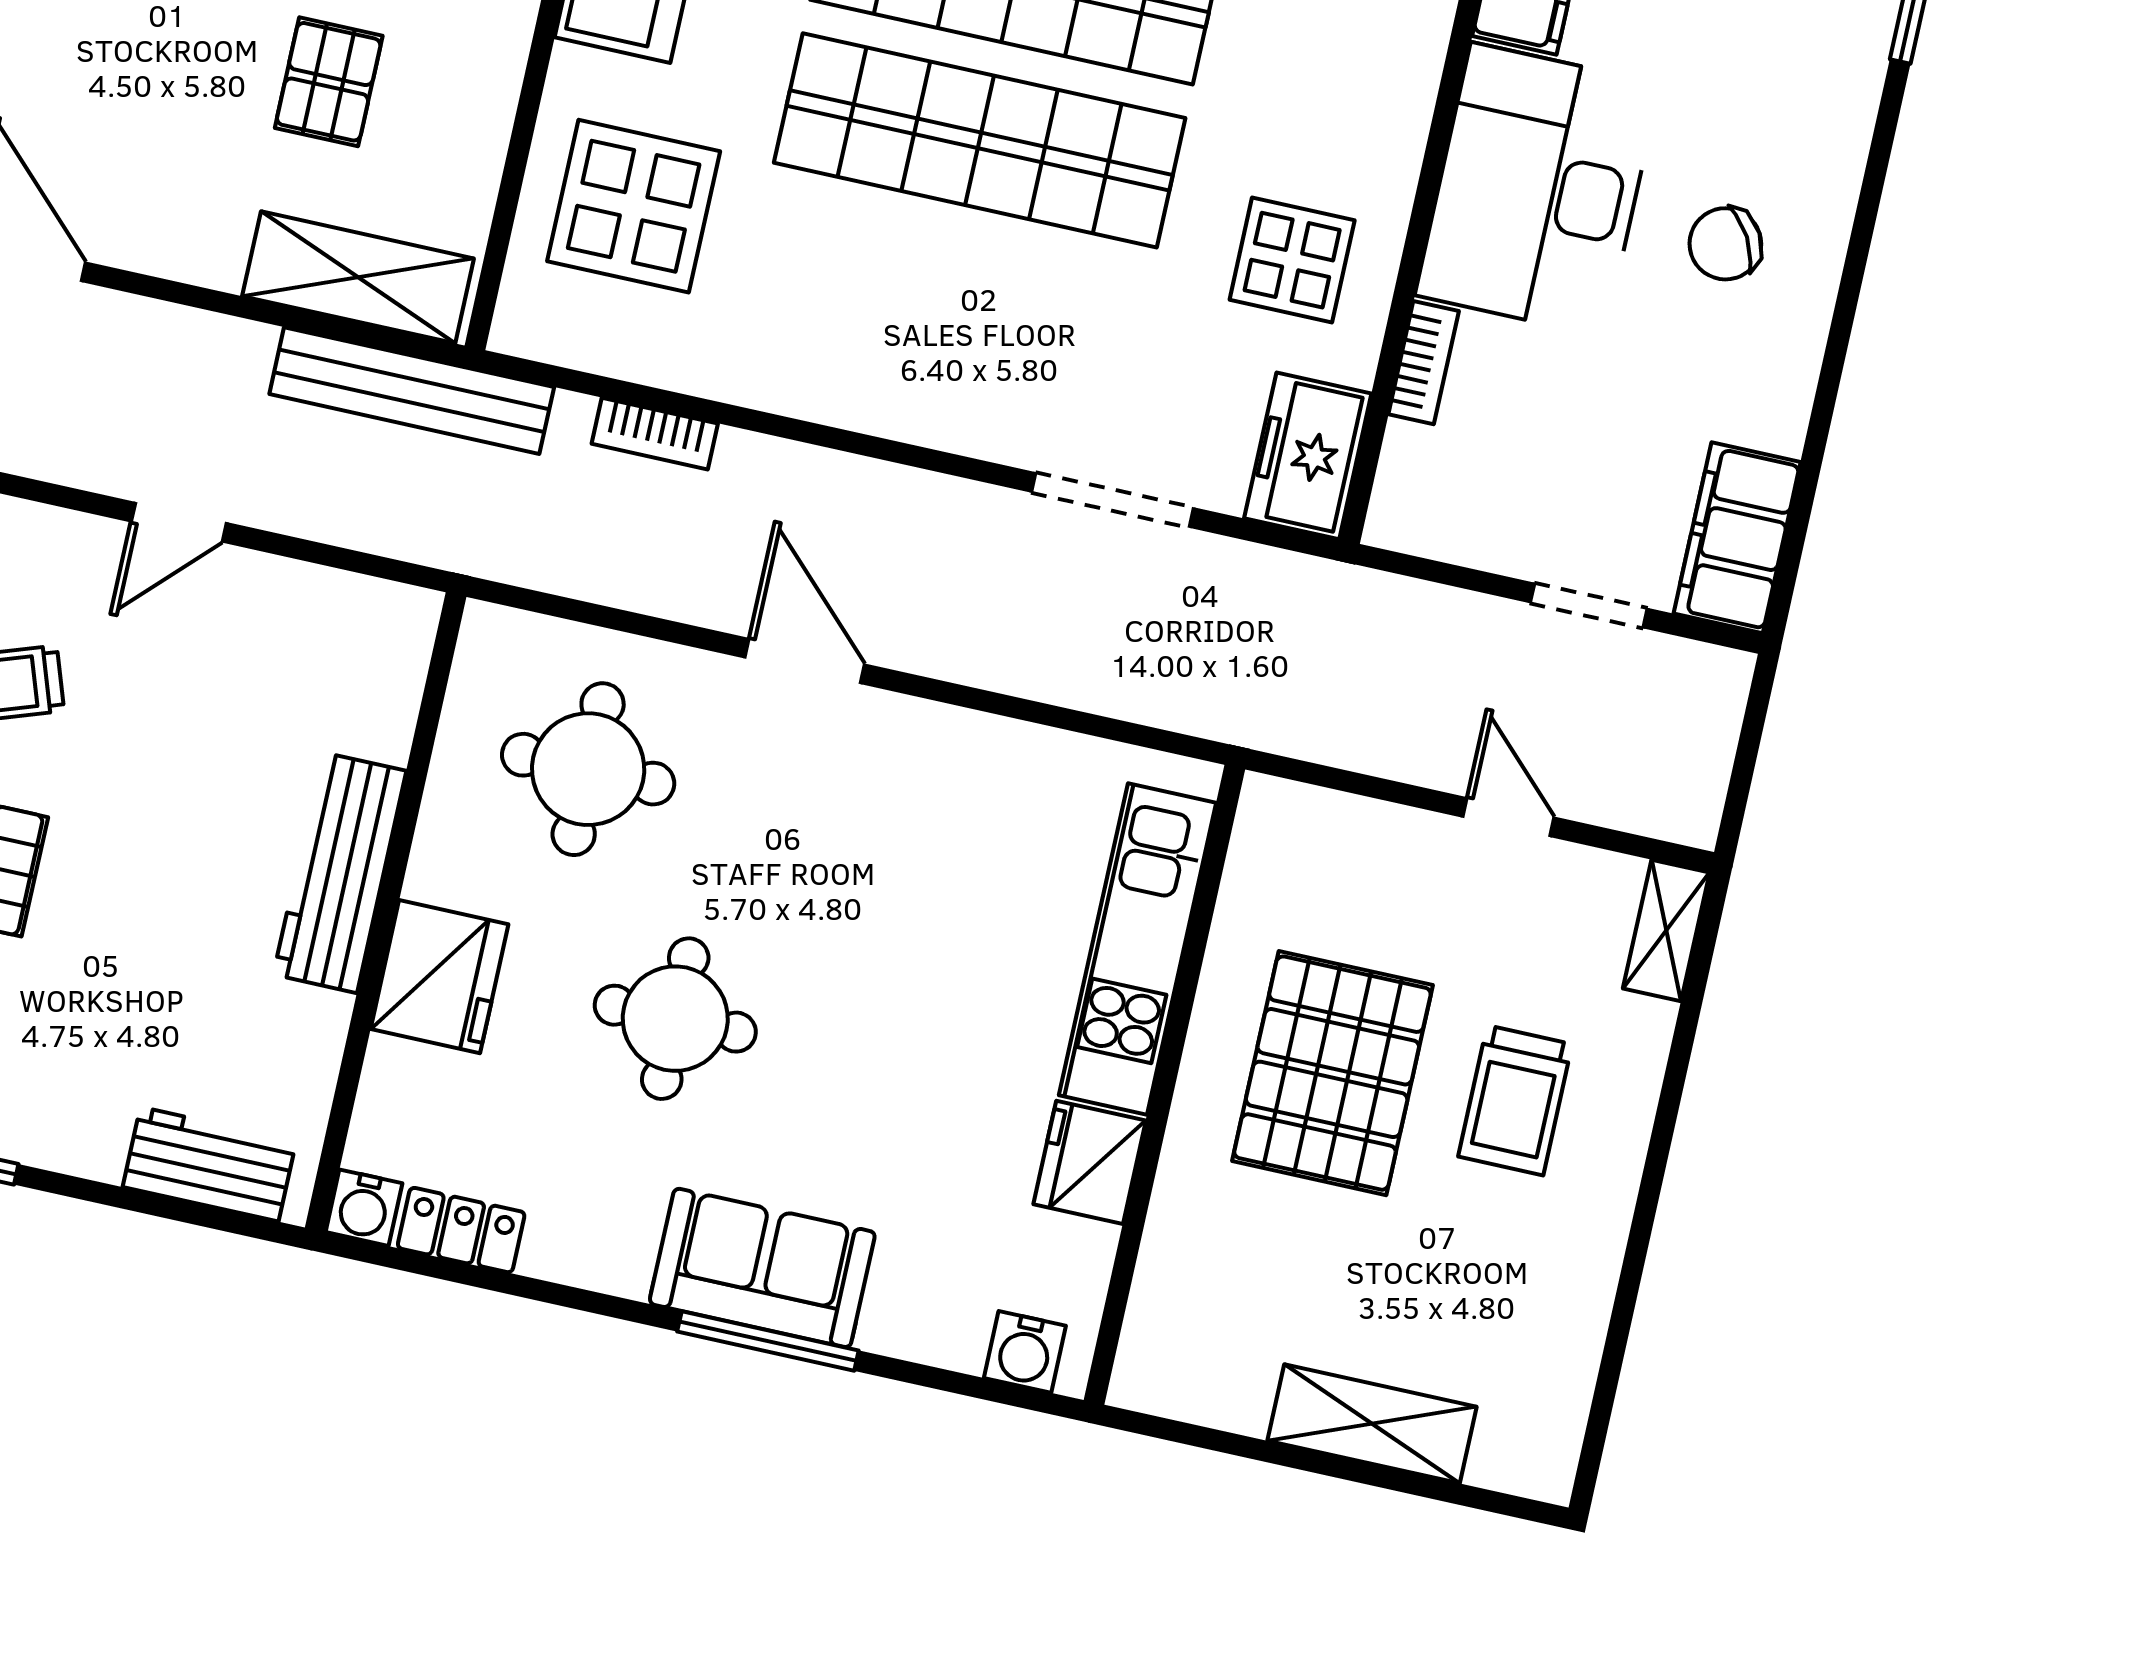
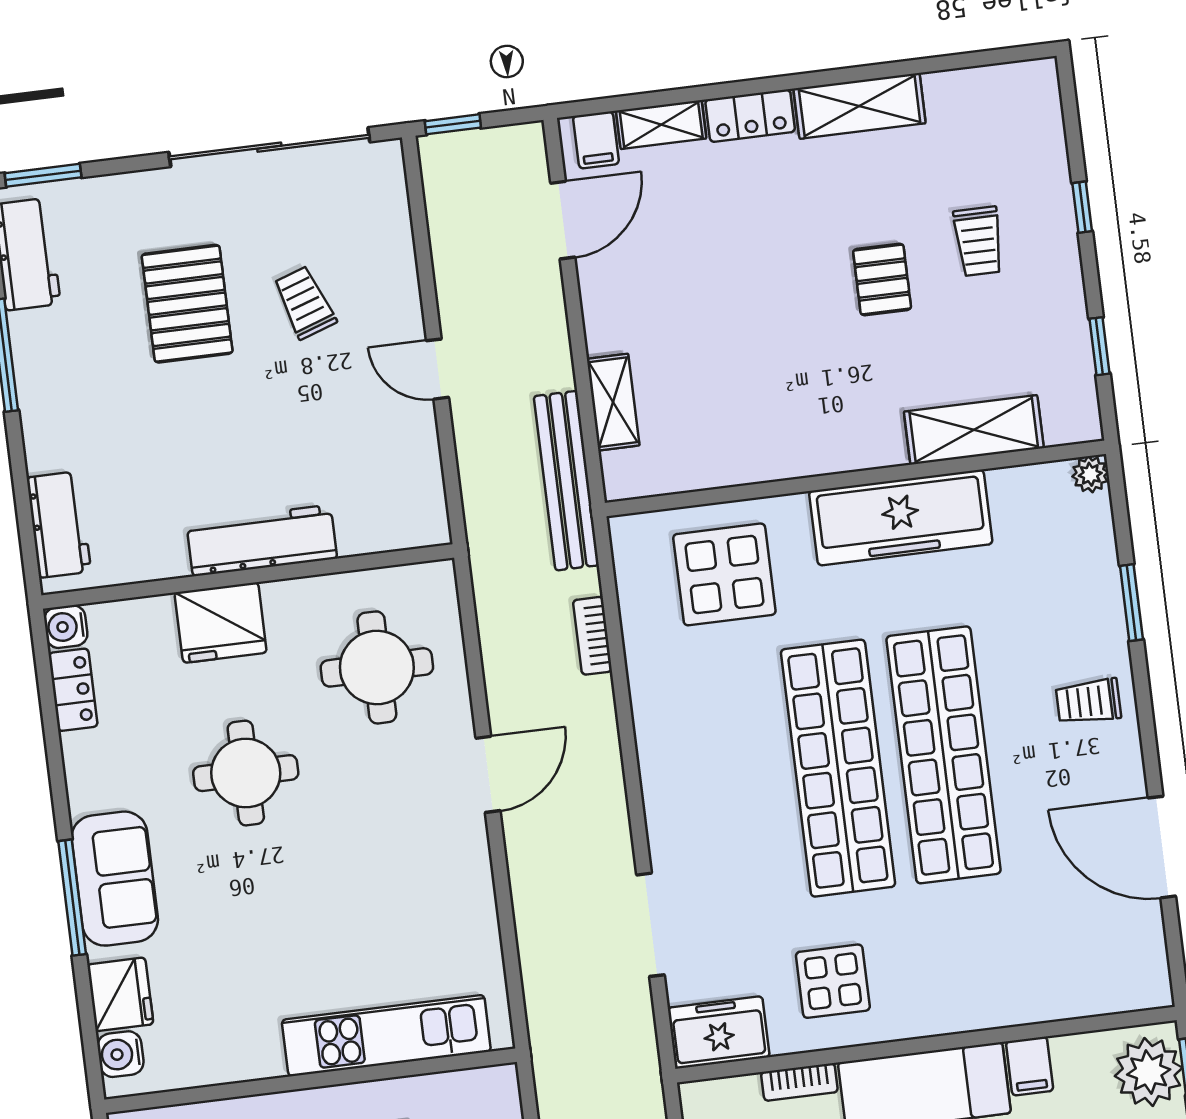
pallet: (329, 82) -> (734, 365), removed
shelving: (358, 277) -> (613, 402), width x0.67, depth x0.75
fridge: (1090, 1162) -> (120, 994), moved, turned 90

